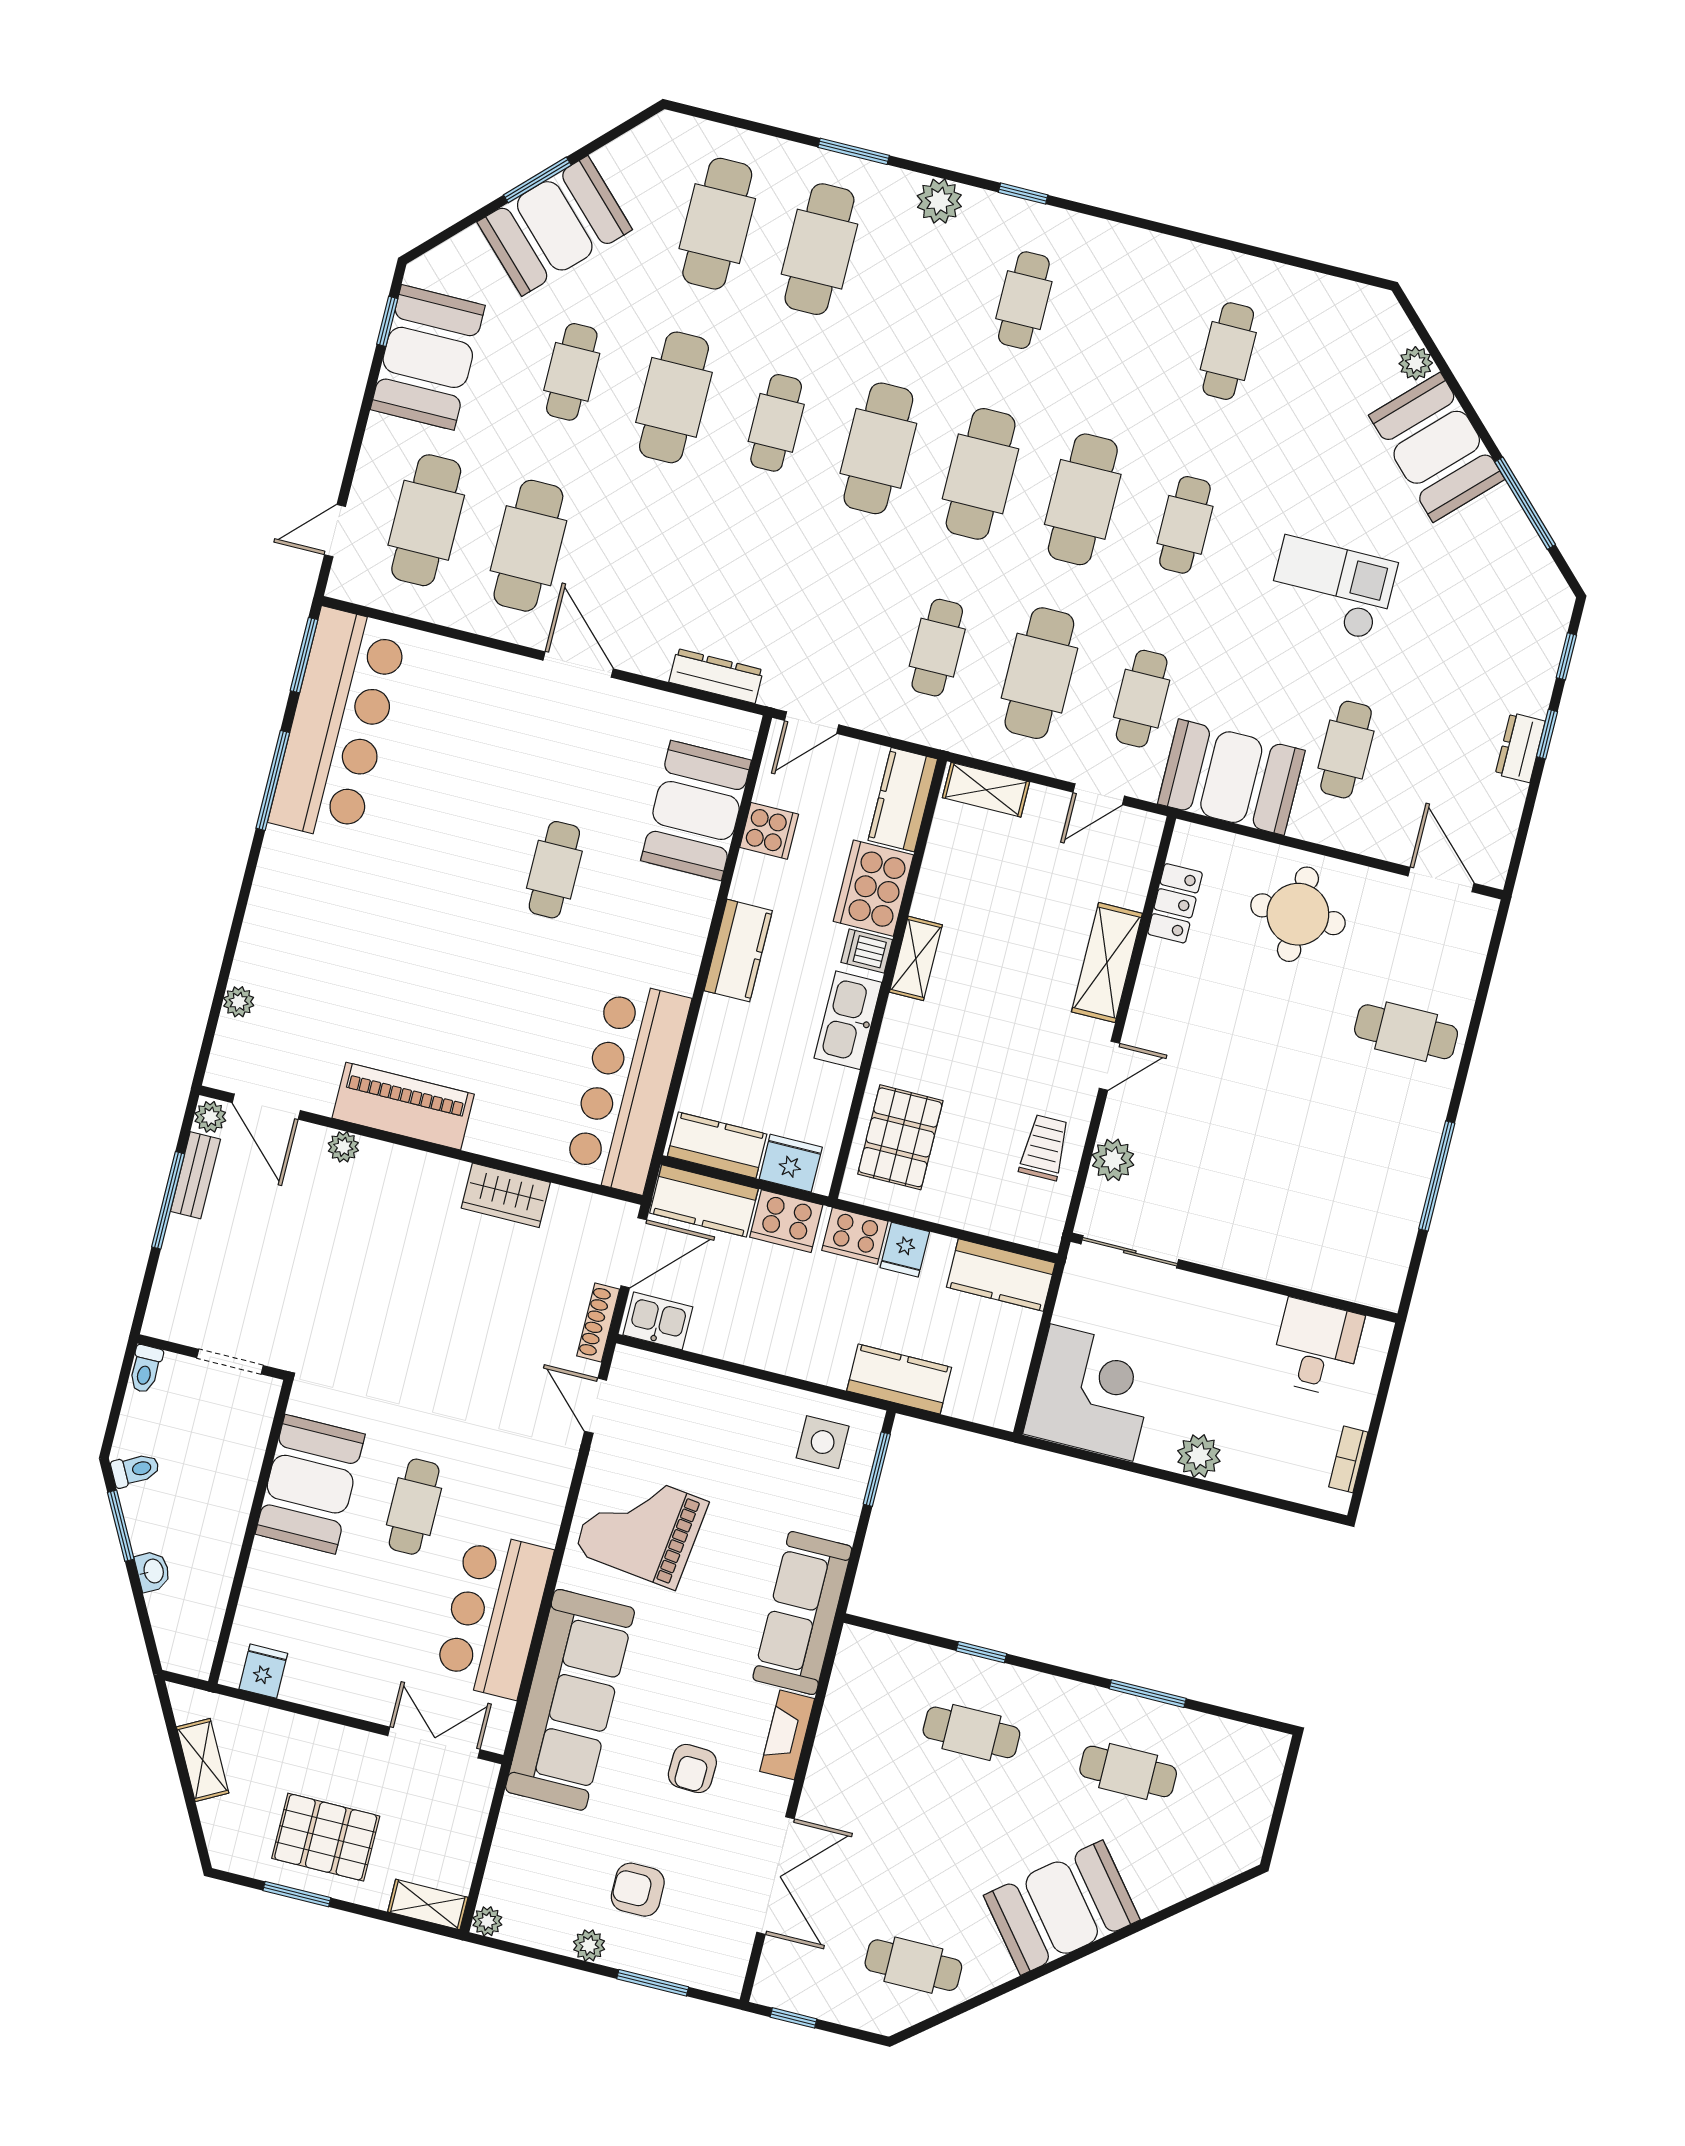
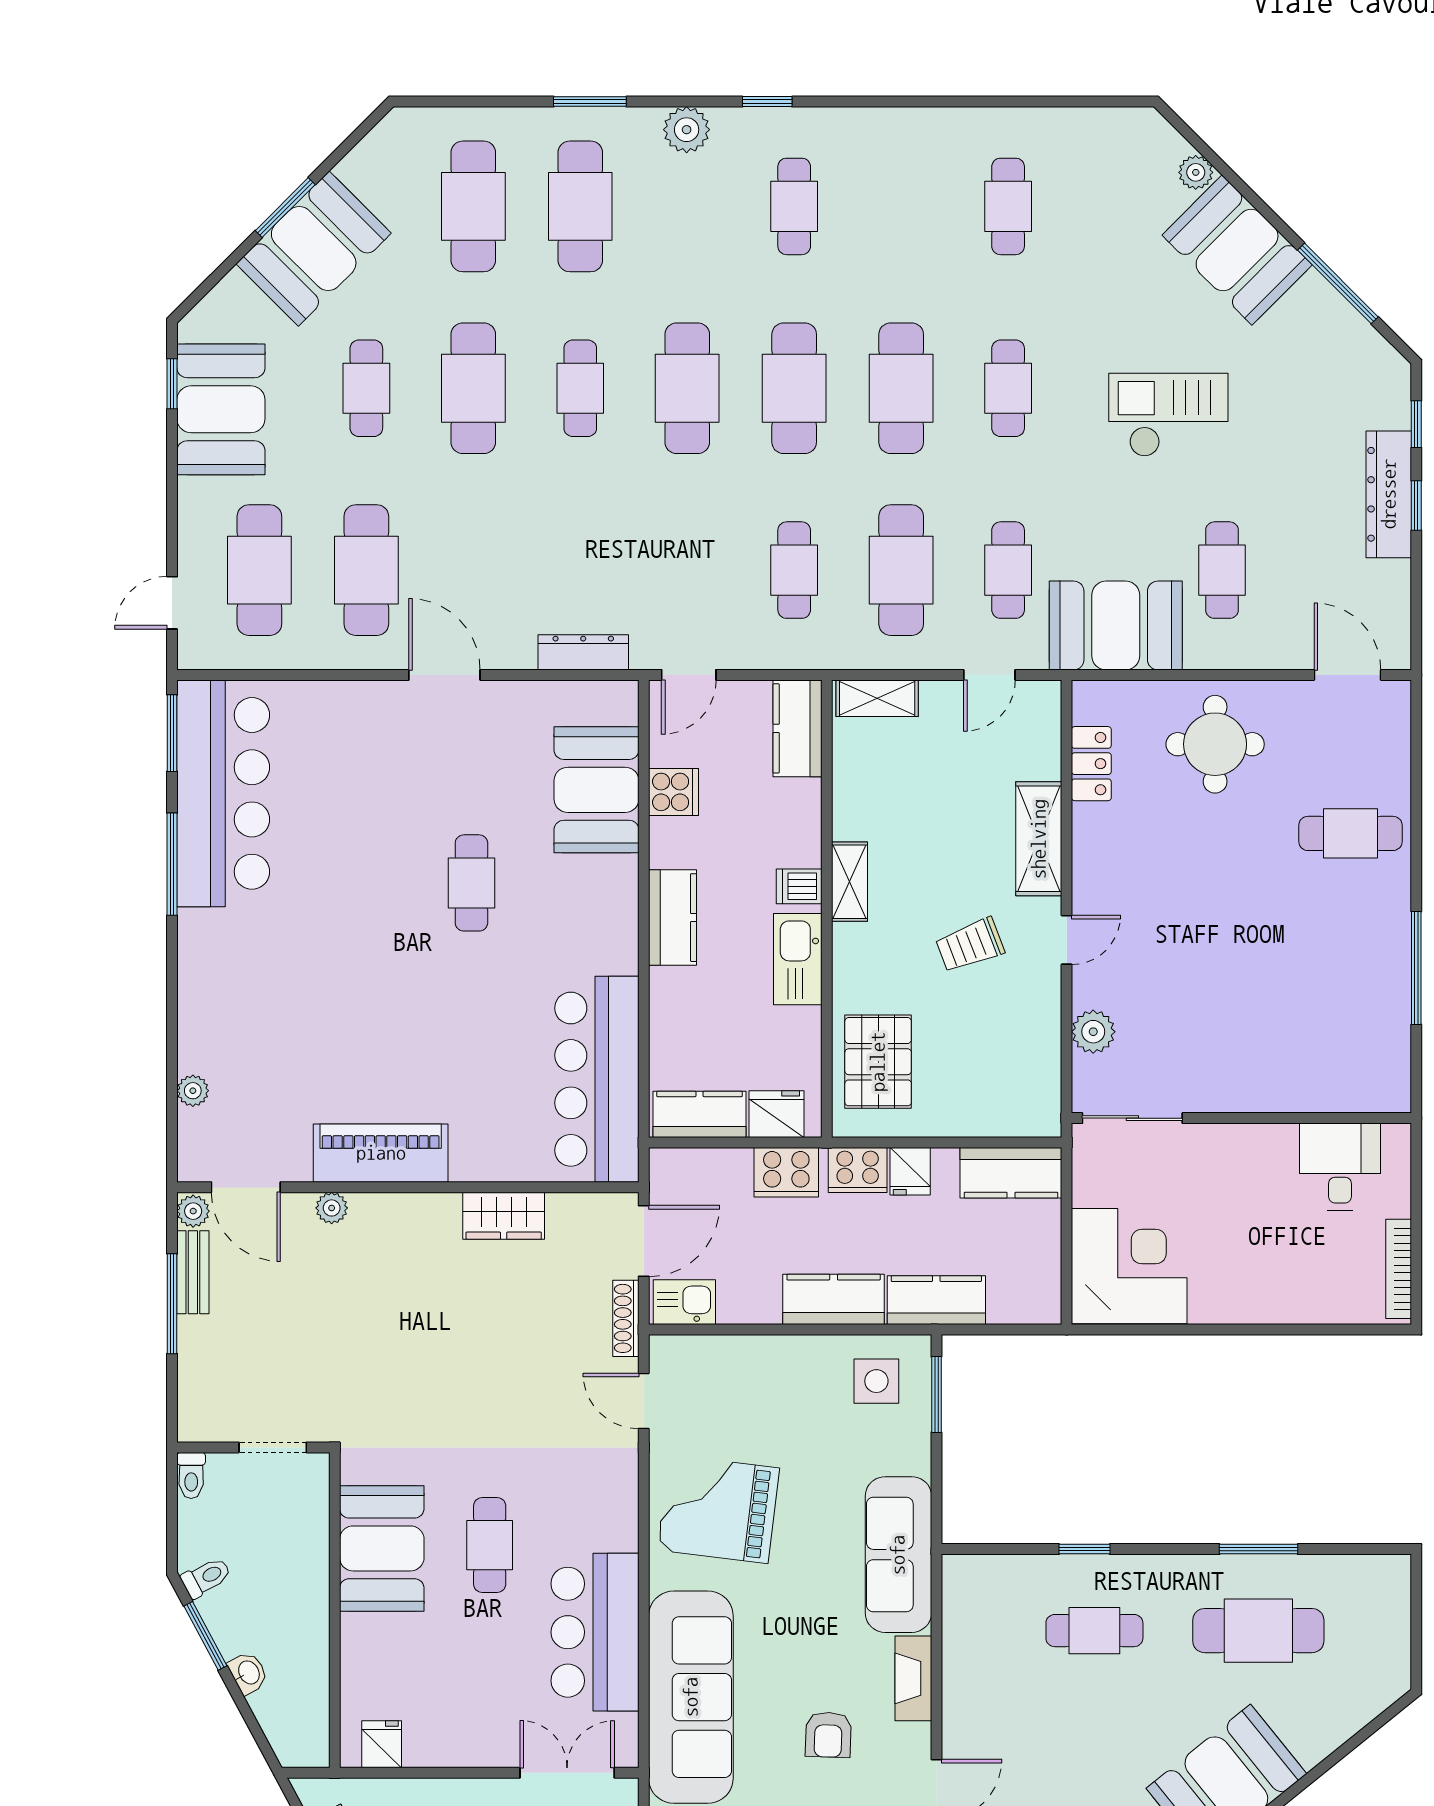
dresser: (1520, 748) -> (1389, 494), width x1.96, depth x1.24
cooker: (873, 888) -> (790, 823), removed
trolley: (1044, 1148) -> (970, 945), moved, turned -111
kitchen counter: (704, 1201) -> (834, 1299), moved, turned 180
plant: (1199, 1456) -> (1251, 1302), removed
bookcase: (1348, 1459) -> (1399, 1269), width x1.56
cafe table: (1128, 1771) -> (1258, 1631), width x1.37, depth x1.35

